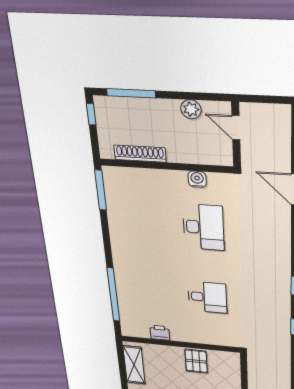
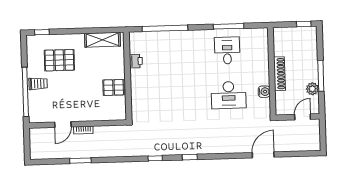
window: (131, 93) -> (321, 76), moved
shoe rack: (140, 154) -> (280, 74), moved
window: (101, 190) -> (229, 26), moved
desk: (207, 297) -> (227, 51), moved, turned 180

